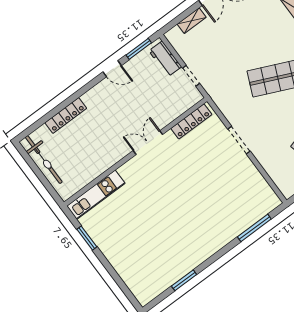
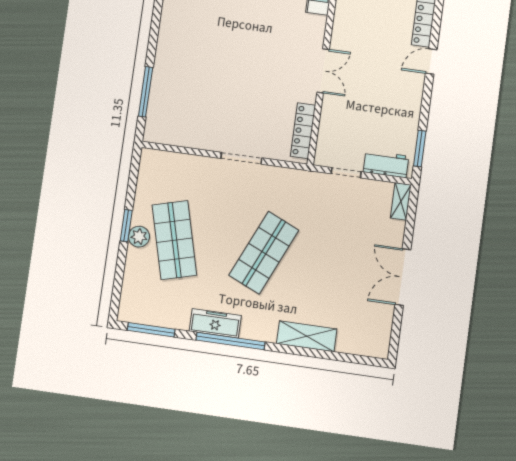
shelving: (192, 21) -> (401, 201), moved
door: (112, 69) -> (431, 61), moved

